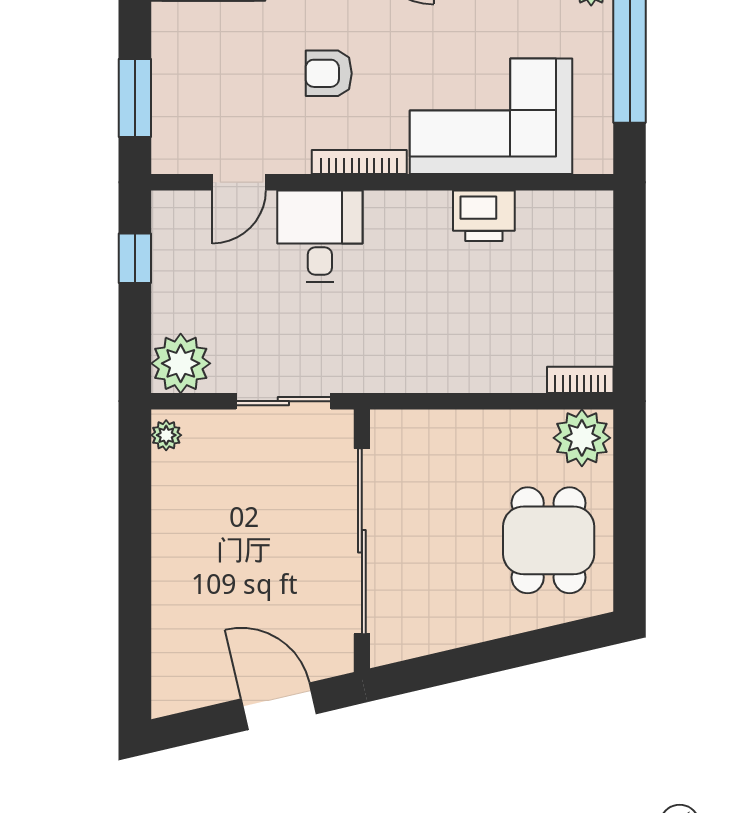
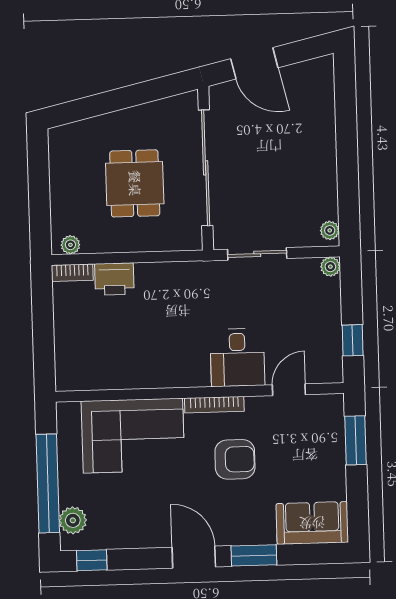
armchair: (329, 73) -> (235, 459), width x1.38, depth x1.38
printer: (484, 216) -> (114, 279), moved, turned 180
plant: (181, 363) -> (330, 267), width x0.53, depth x0.53
plant: (582, 438) -> (70, 245), width x0.53, depth x0.53
dining table: (549, 540) -> (135, 183), moved

